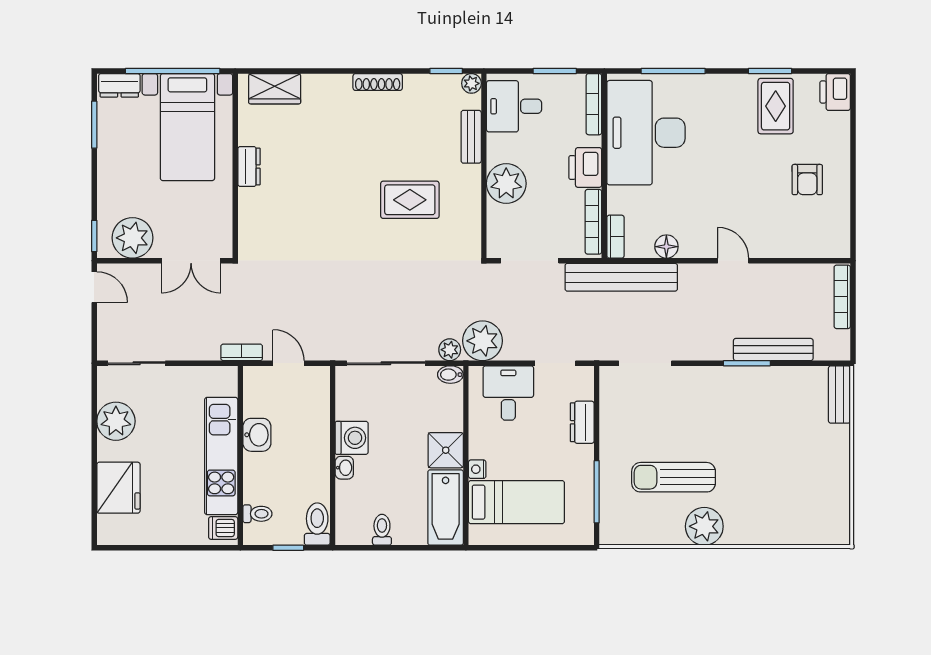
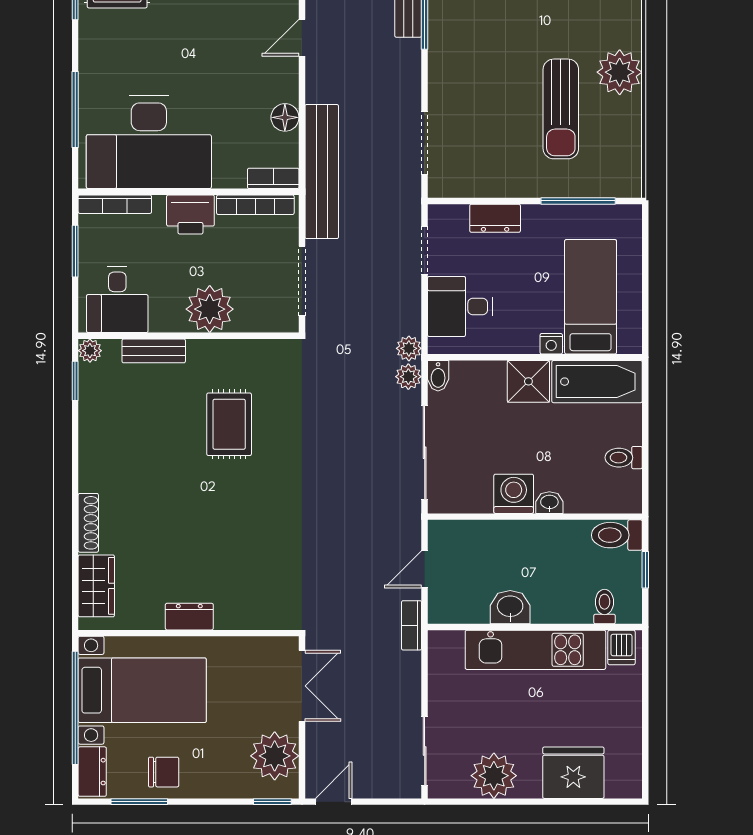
shoe rack: (378, 82) -> (88, 523), moved
chair: (119, 145) -> (164, 772), added
plant: (483, 341) -> (409, 348), width x0.53, depth x0.53

